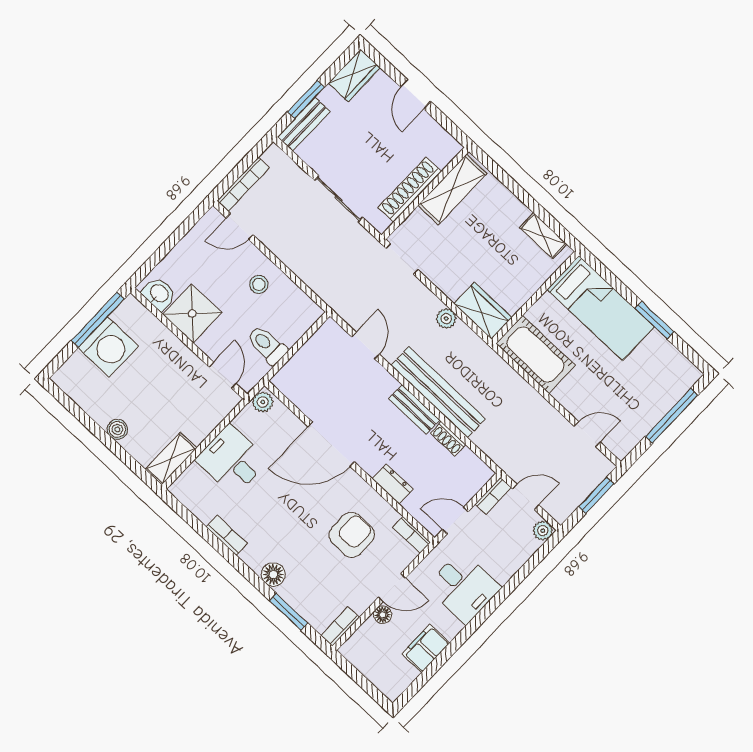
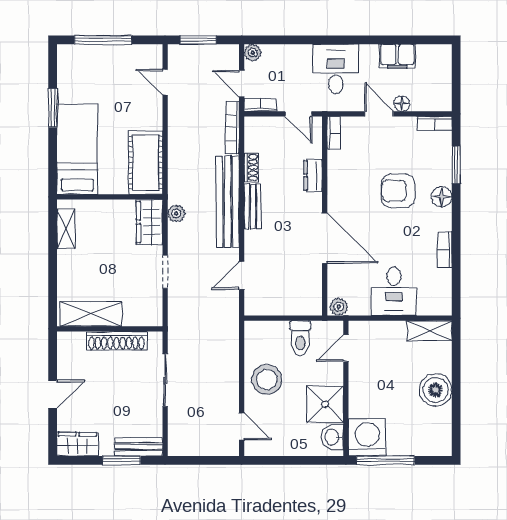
bookcase: (243, 184) -> (232, 128), moved, turned -90
doorway: (402, 259) -> (165, 272), moved
stool: (259, 284) -> (267, 380), width x1.89, depth x1.89
plant: (446, 319) -> (176, 213), moved
washing machine: (108, 347) -> (367, 437), moved
boiler: (117, 429) -> (436, 390), width x1.86, depth x1.86
armchair: (352, 535) -> (398, 191), moved

